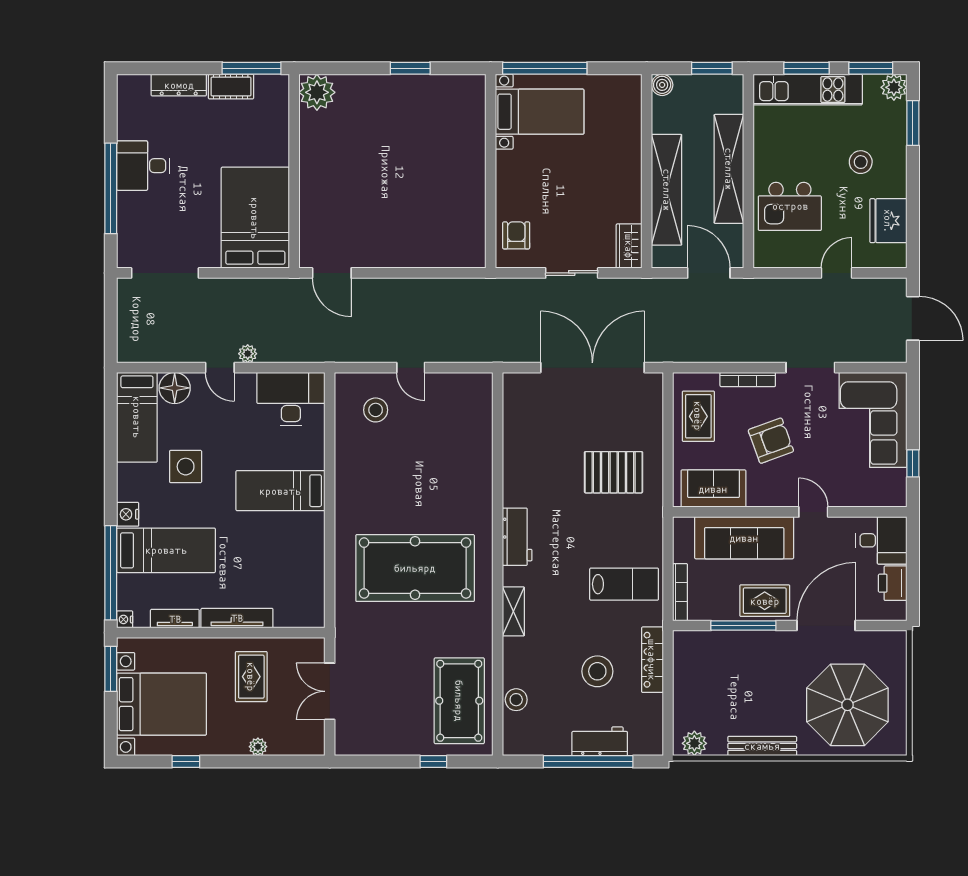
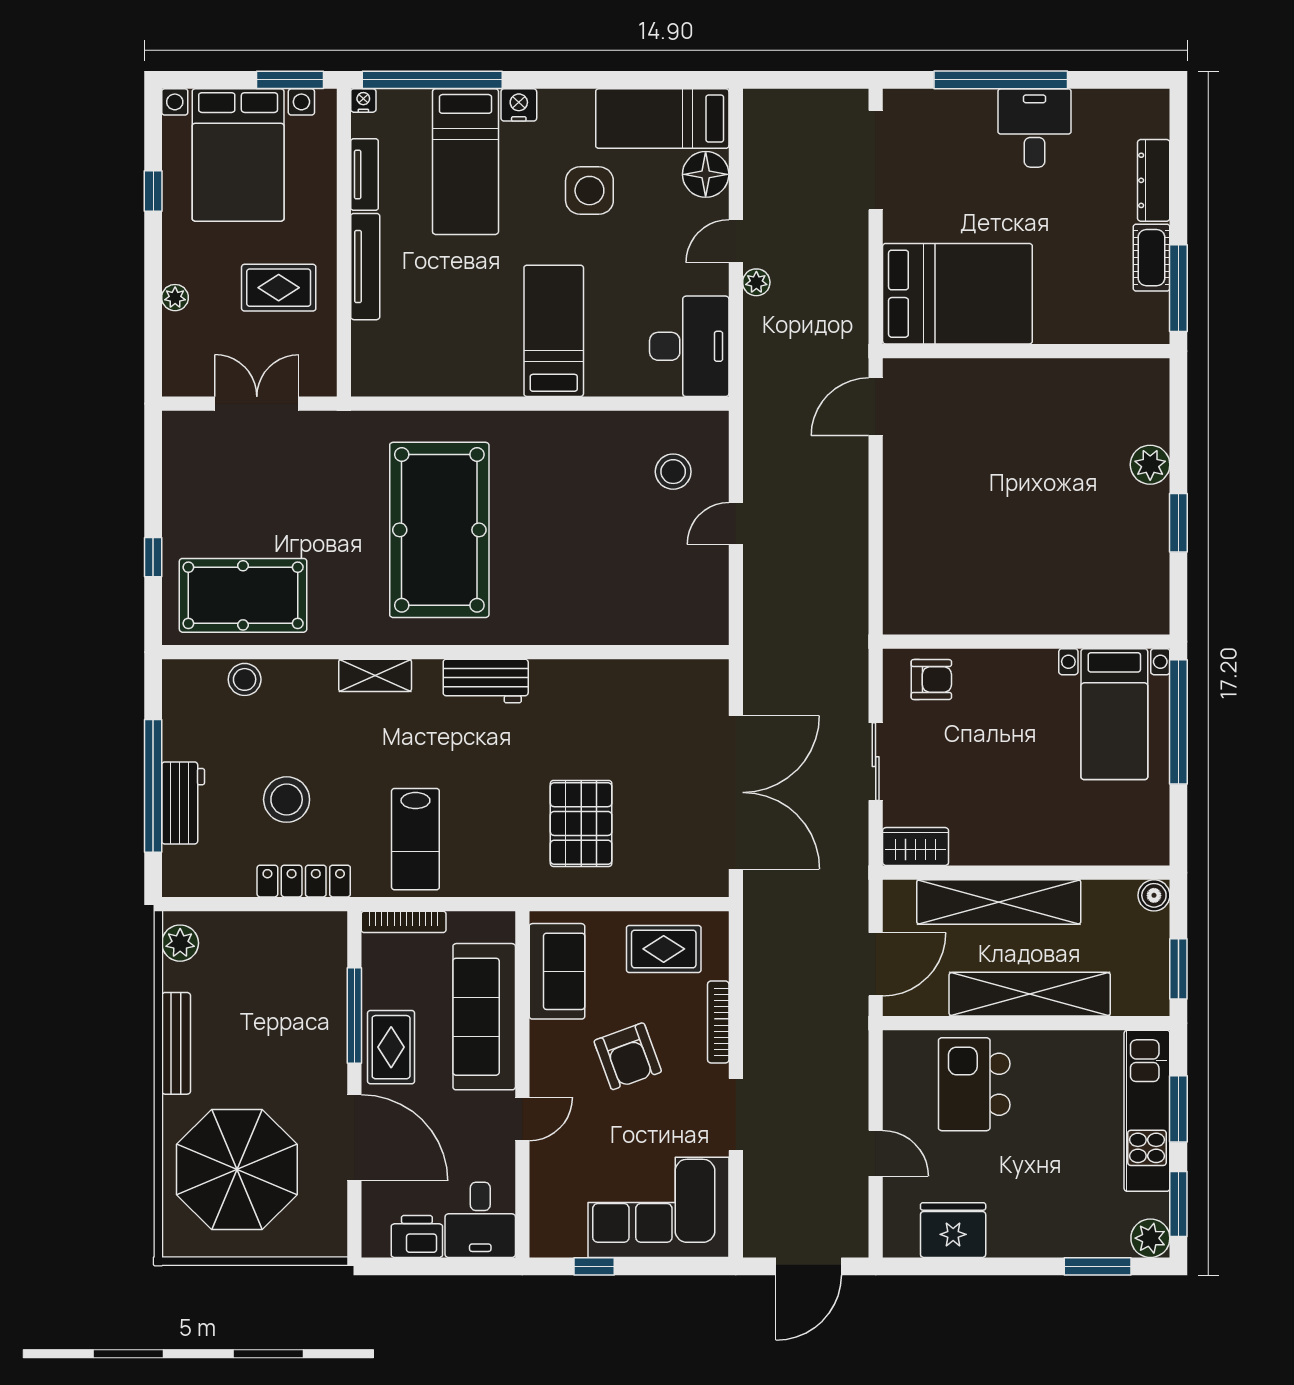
plant: (317, 92) -> (1150, 465), moved, width x0.73, depth x0.73
stool: (861, 162) -> (1040, 1189), removed

